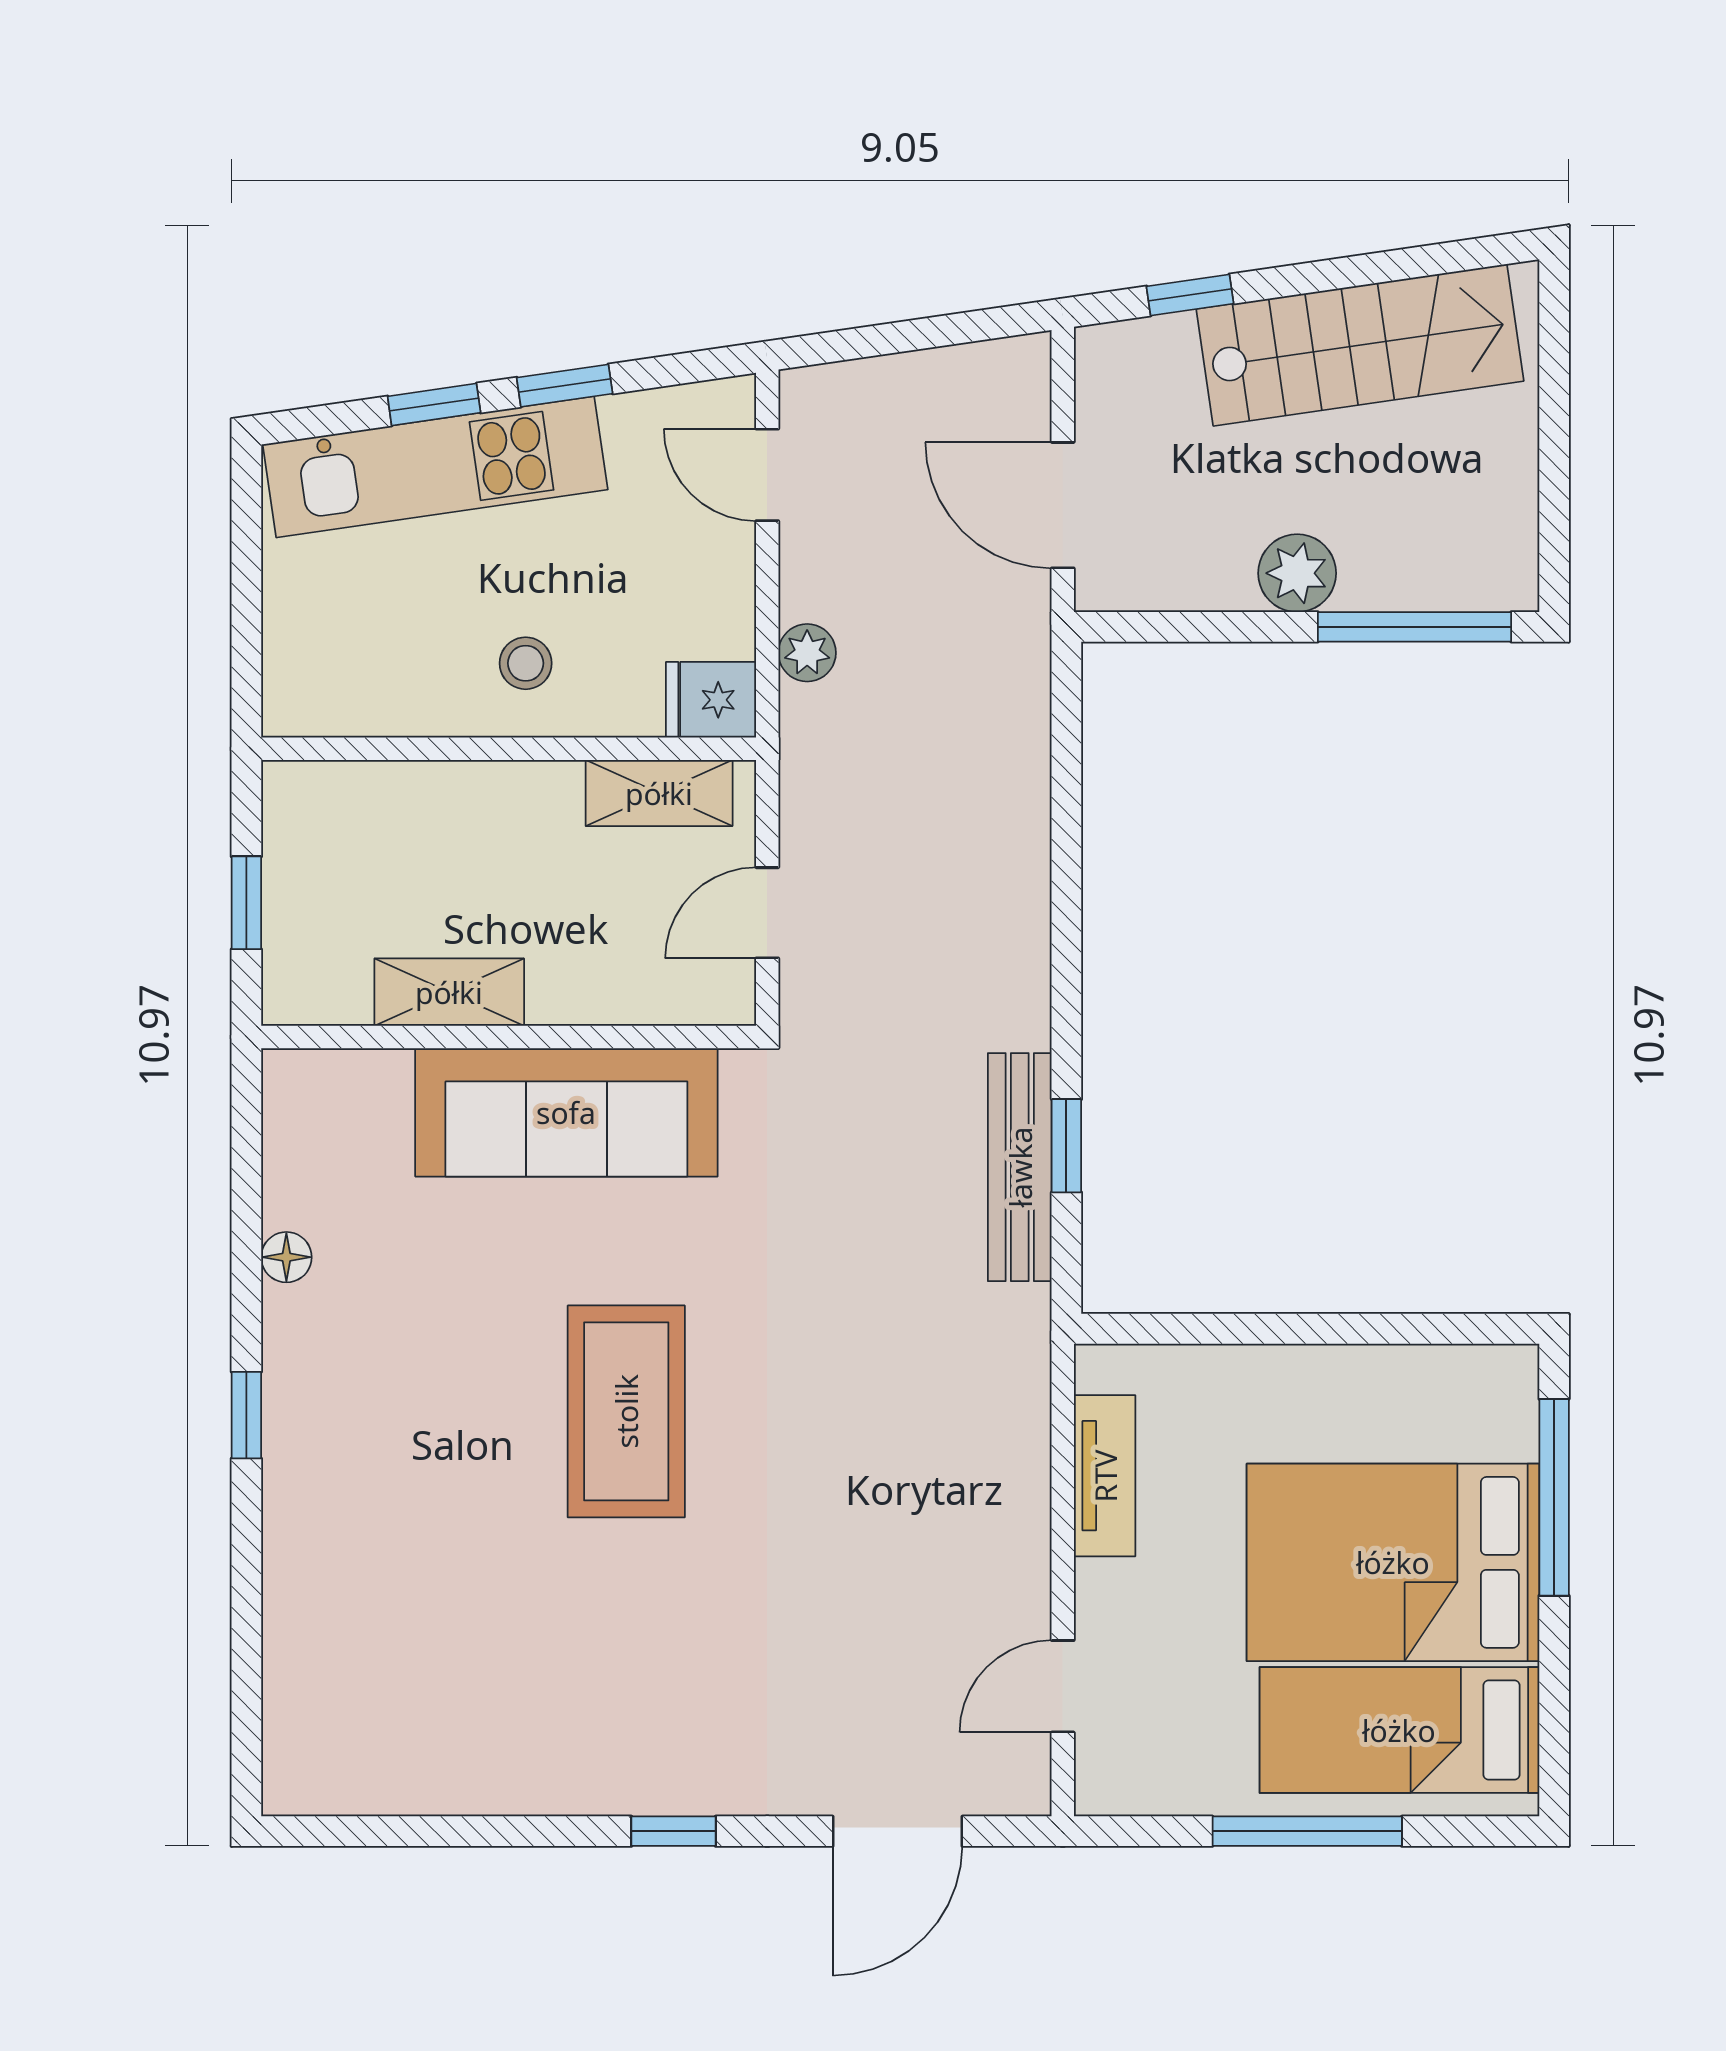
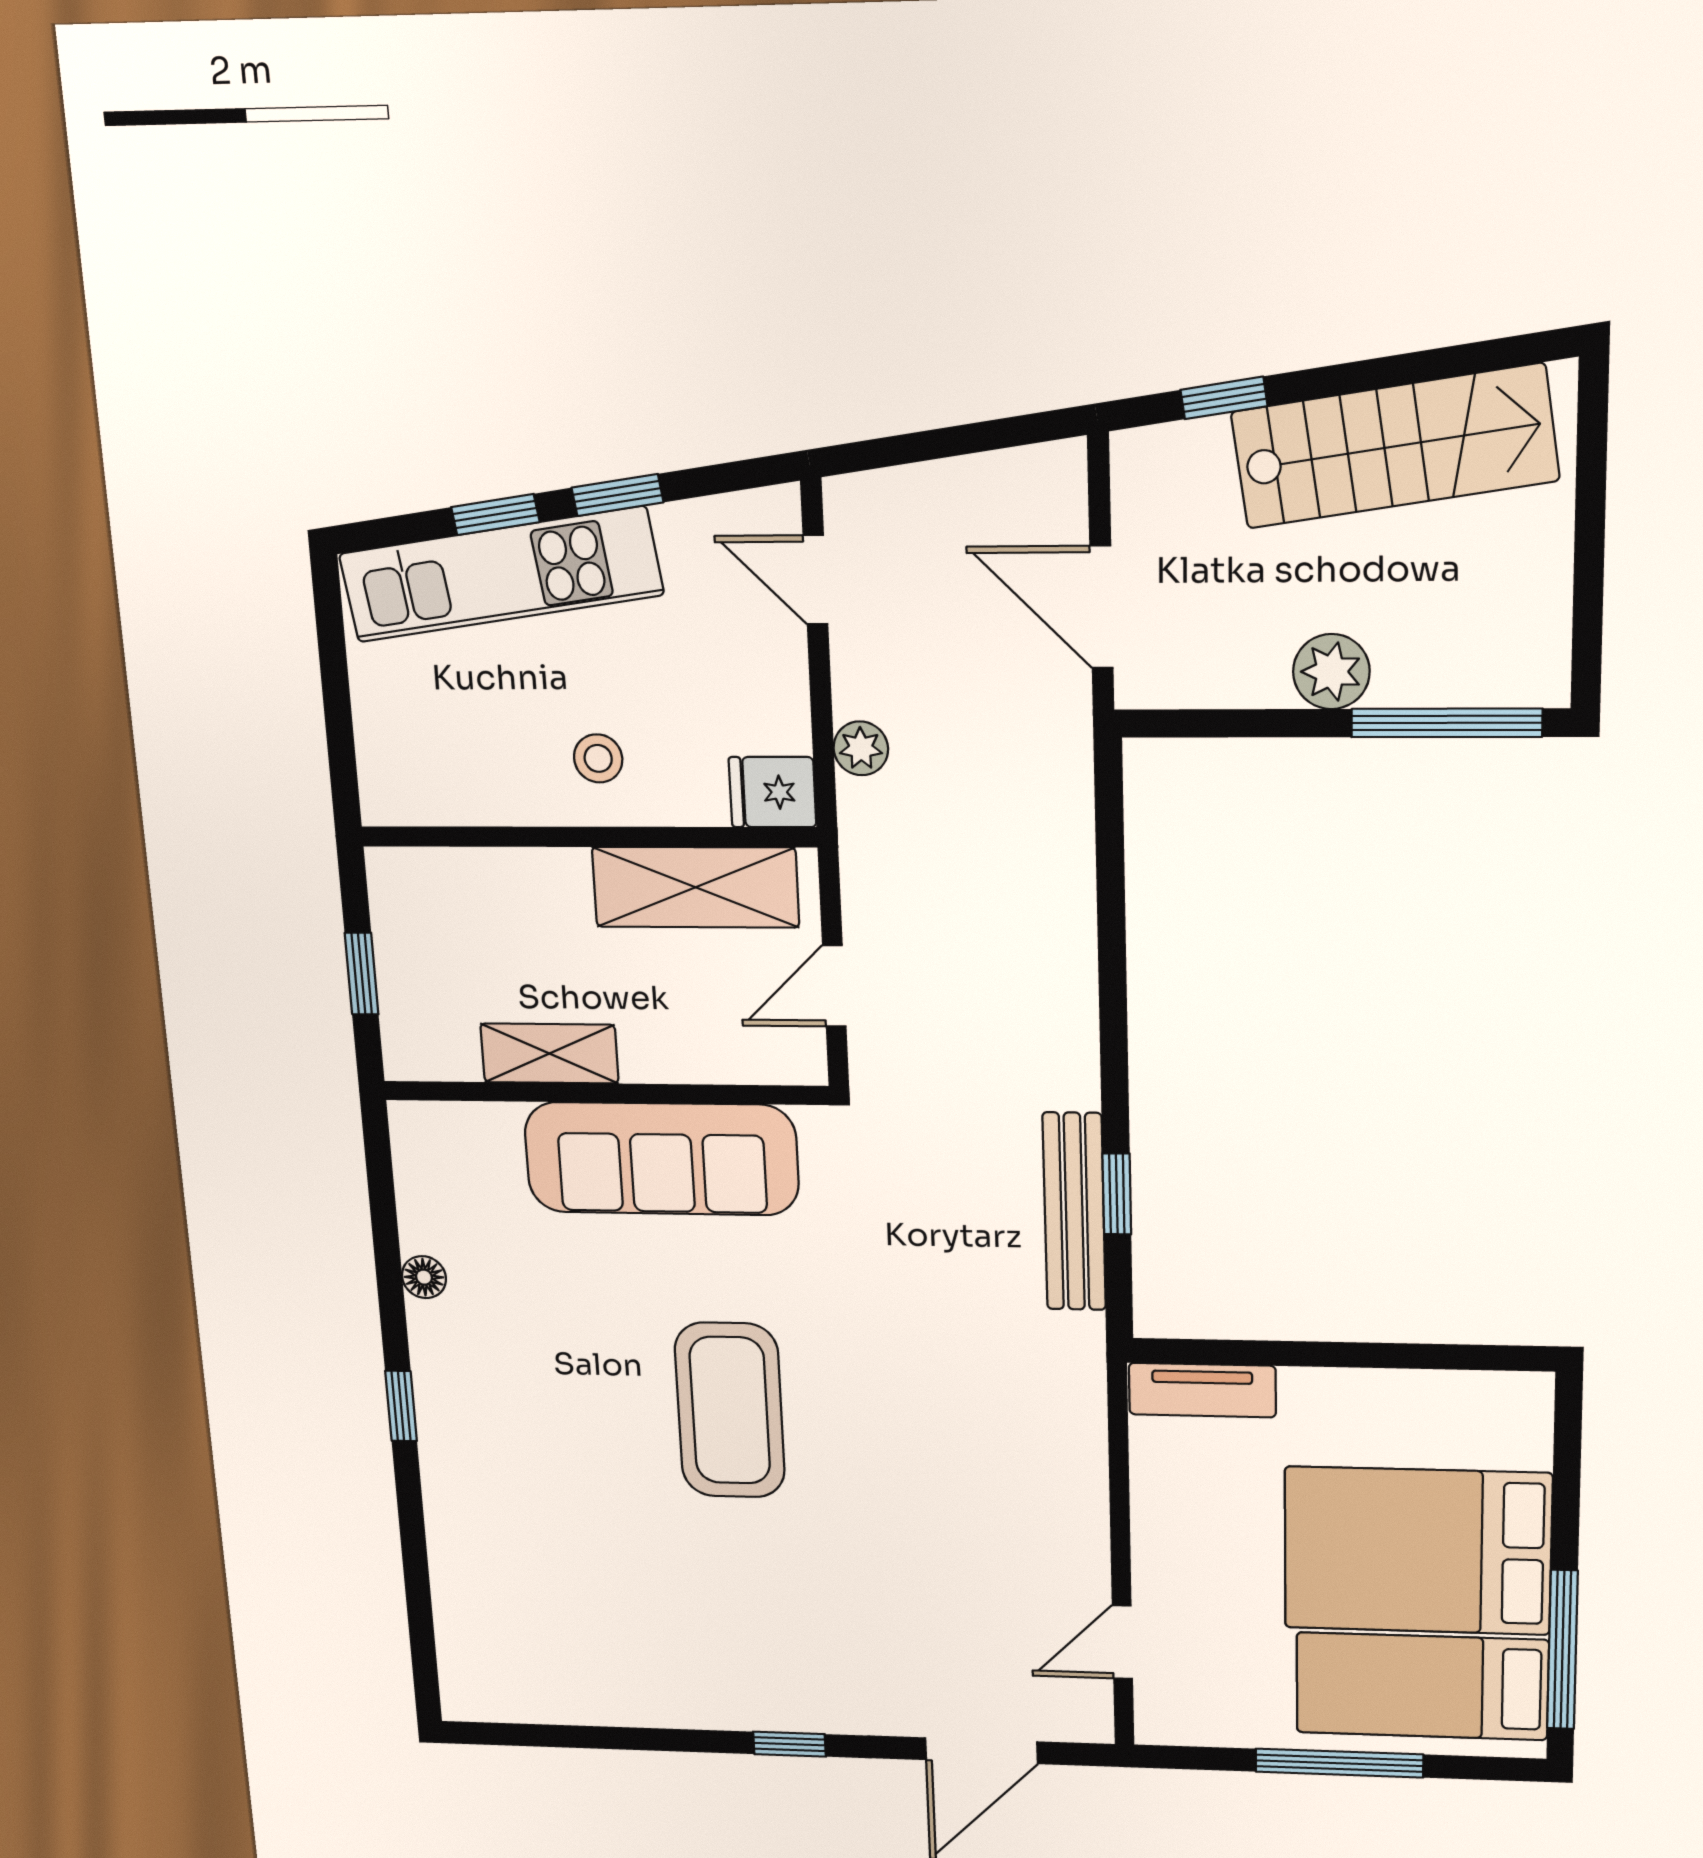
shelving: (659, 793) -> (696, 887), width x1.50, depth x1.33
tv unit: (1105, 1476) -> (1202, 1390), moved, turned 90
window: (1554, 1497) -> (1562, 1650), moved

